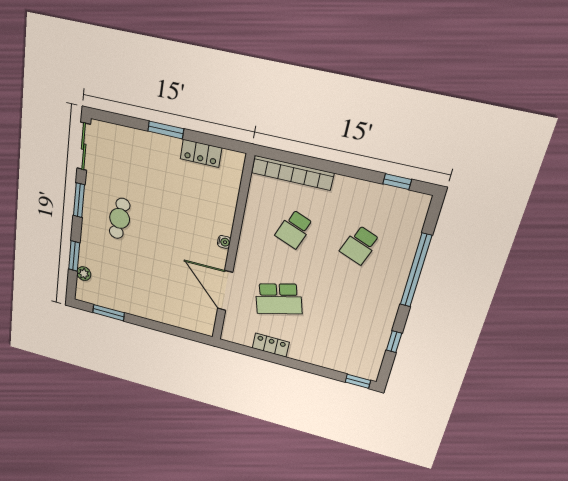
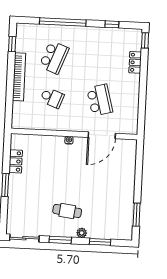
bookcase: (292, 173) -> (19, 77), moved
school desk: (360, 245) -> (54, 57), width x1.85
plant: (84, 274) -> (82, 233), moved
locker: (271, 345) -> (135, 62), moved

